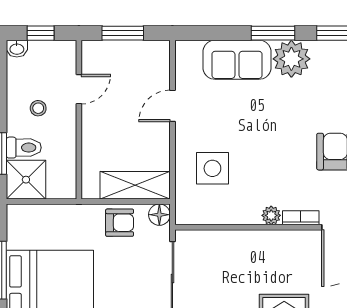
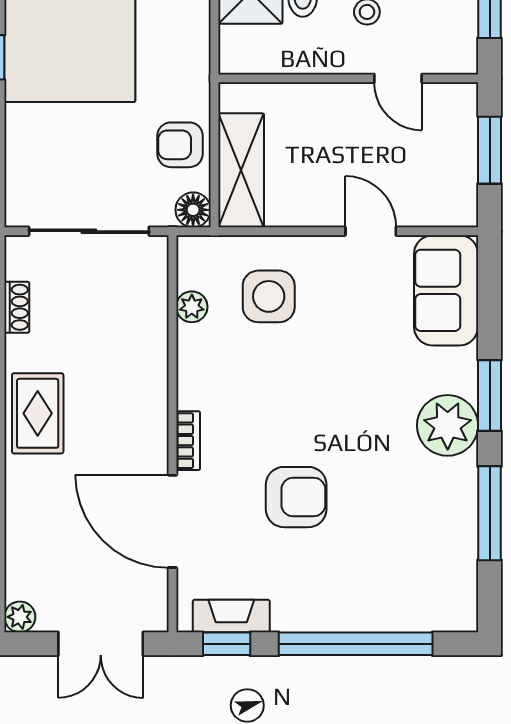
sofa: (237, 60) -> (446, 290), moved
plant: (271, 215) -> (192, 307), moved
armchair: (120, 223) -> (180, 145), turned 90

